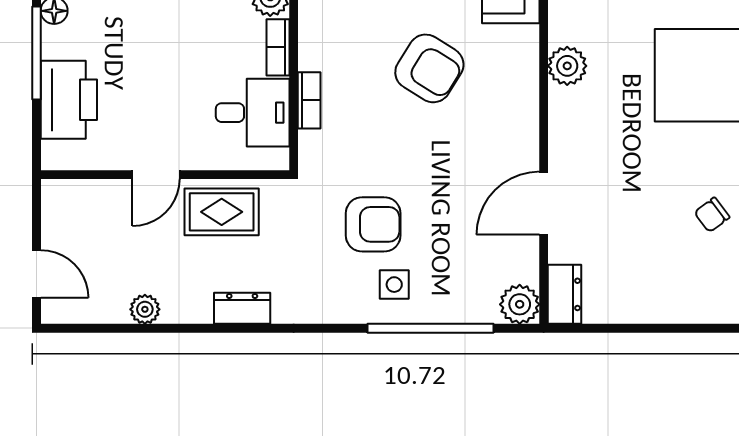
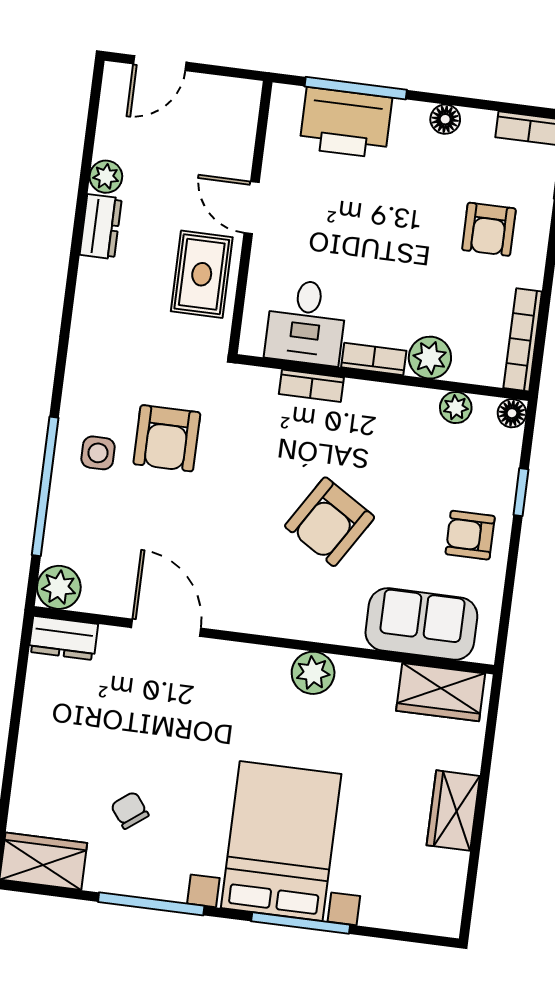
window: (36, 53) -> (356, 88), moved
dresser: (242, 308) -> (101, 227), moved

